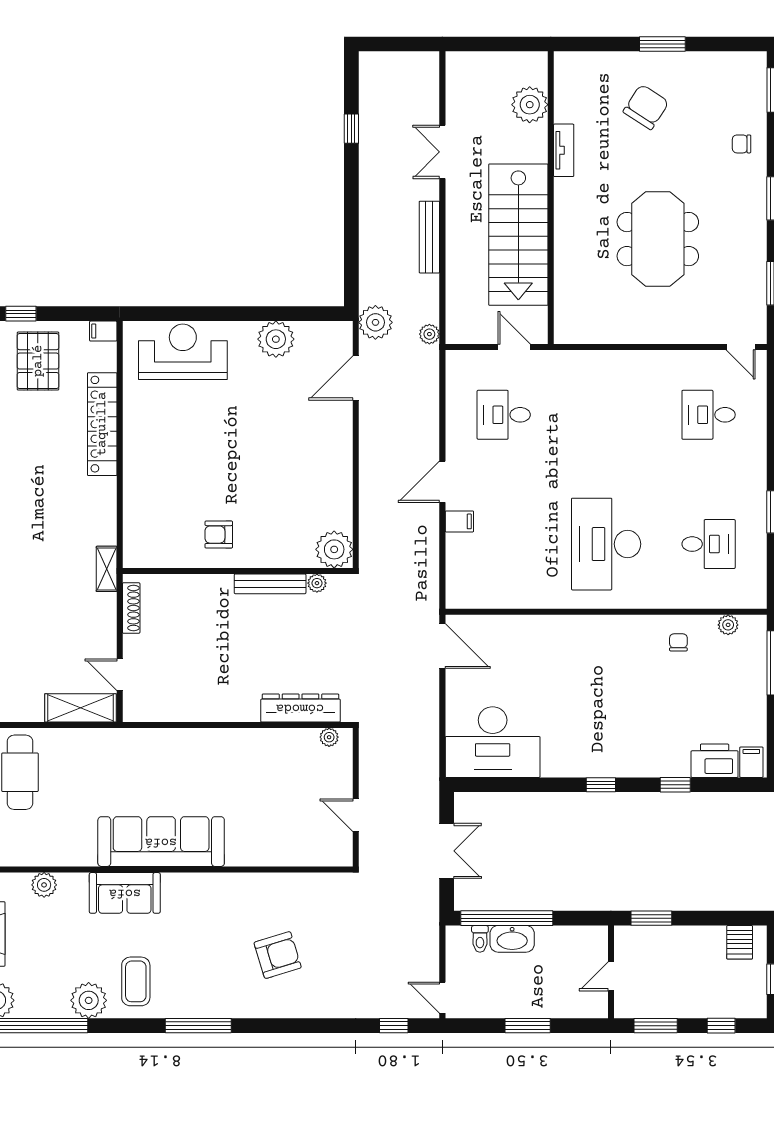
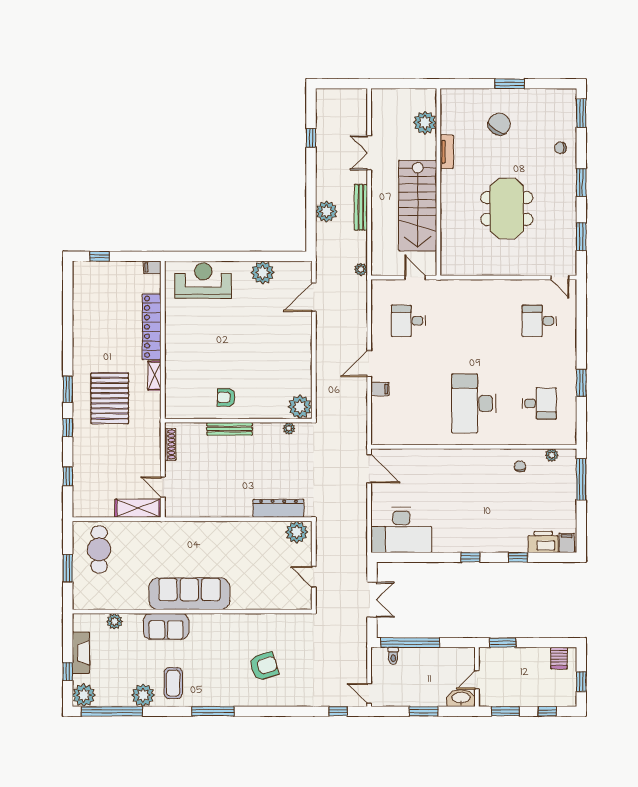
plant: (375, 322) -> (326, 211), moved
pallet: (38, 361) -> (110, 398), moved, width x1.37, depth x1.41
shelving: (107, 569) -> (154, 376), moved
bench: (270, 584) -> (230, 429), moved
plant: (329, 737) -> (297, 532), width x1.88, depth x1.88
washbasin: (512, 939) -> (461, 698), moved, turned 180

